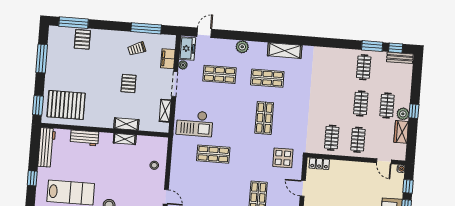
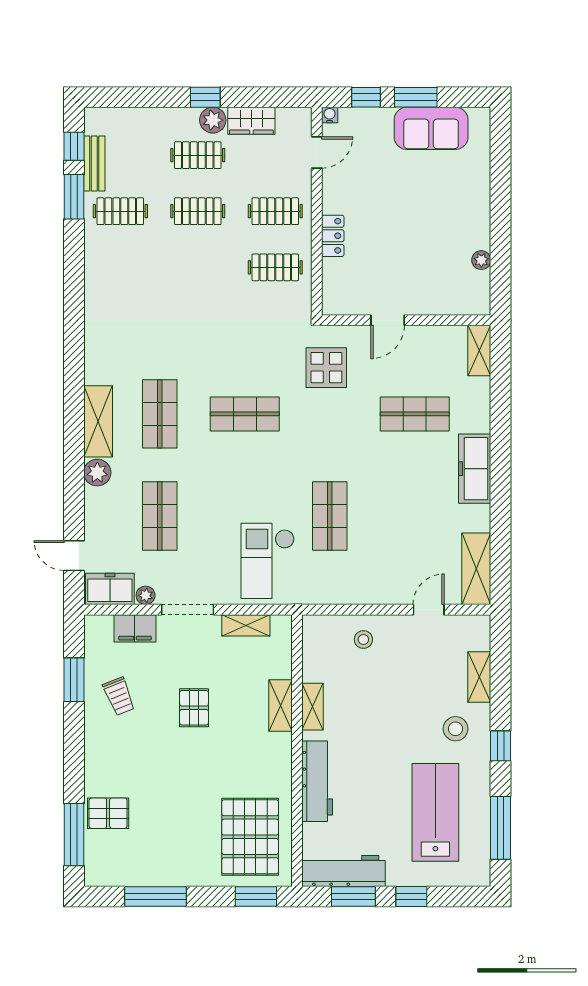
window: (146, 28) -> (74, 680), width x0.69
shelving: (285, 51) -> (98, 421), moved
bench: (400, 58) -> (94, 164), moved
pallet: (129, 83) -> (194, 708), turned 90
checkout: (195, 123) -> (268, 561), turned 180
workbench: (84, 138) -> (317, 781), width x1.38
window: (34, 151) -> (353, 897), added
locker: (319, 164) -> (333, 236), moved

